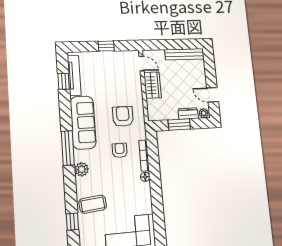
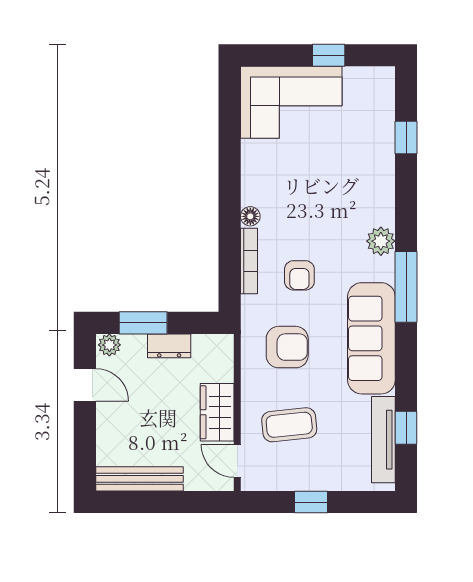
dresser: (188, 114) -> (169, 346), moved
armchair: (123, 116) -> (287, 347), turned -90
window: (179, 125) -> (143, 323), moved
coffee table: (93, 204) -> (289, 425), moved

